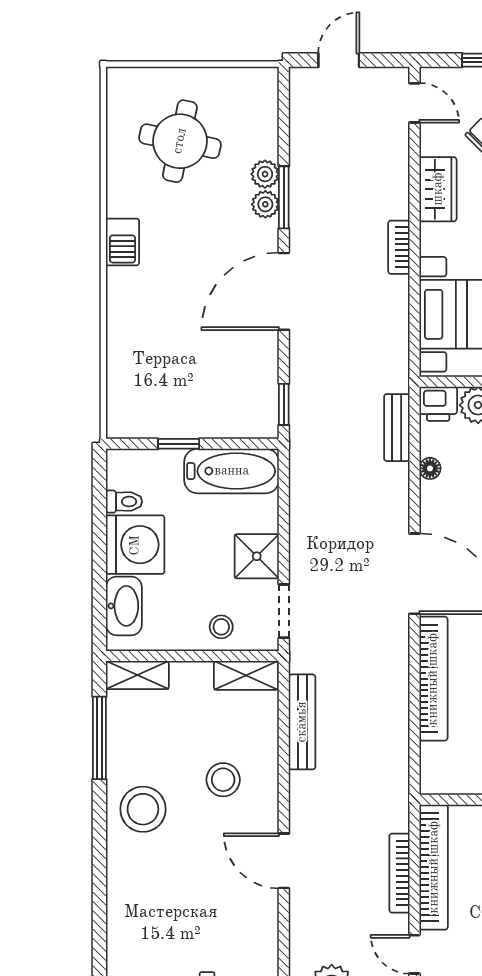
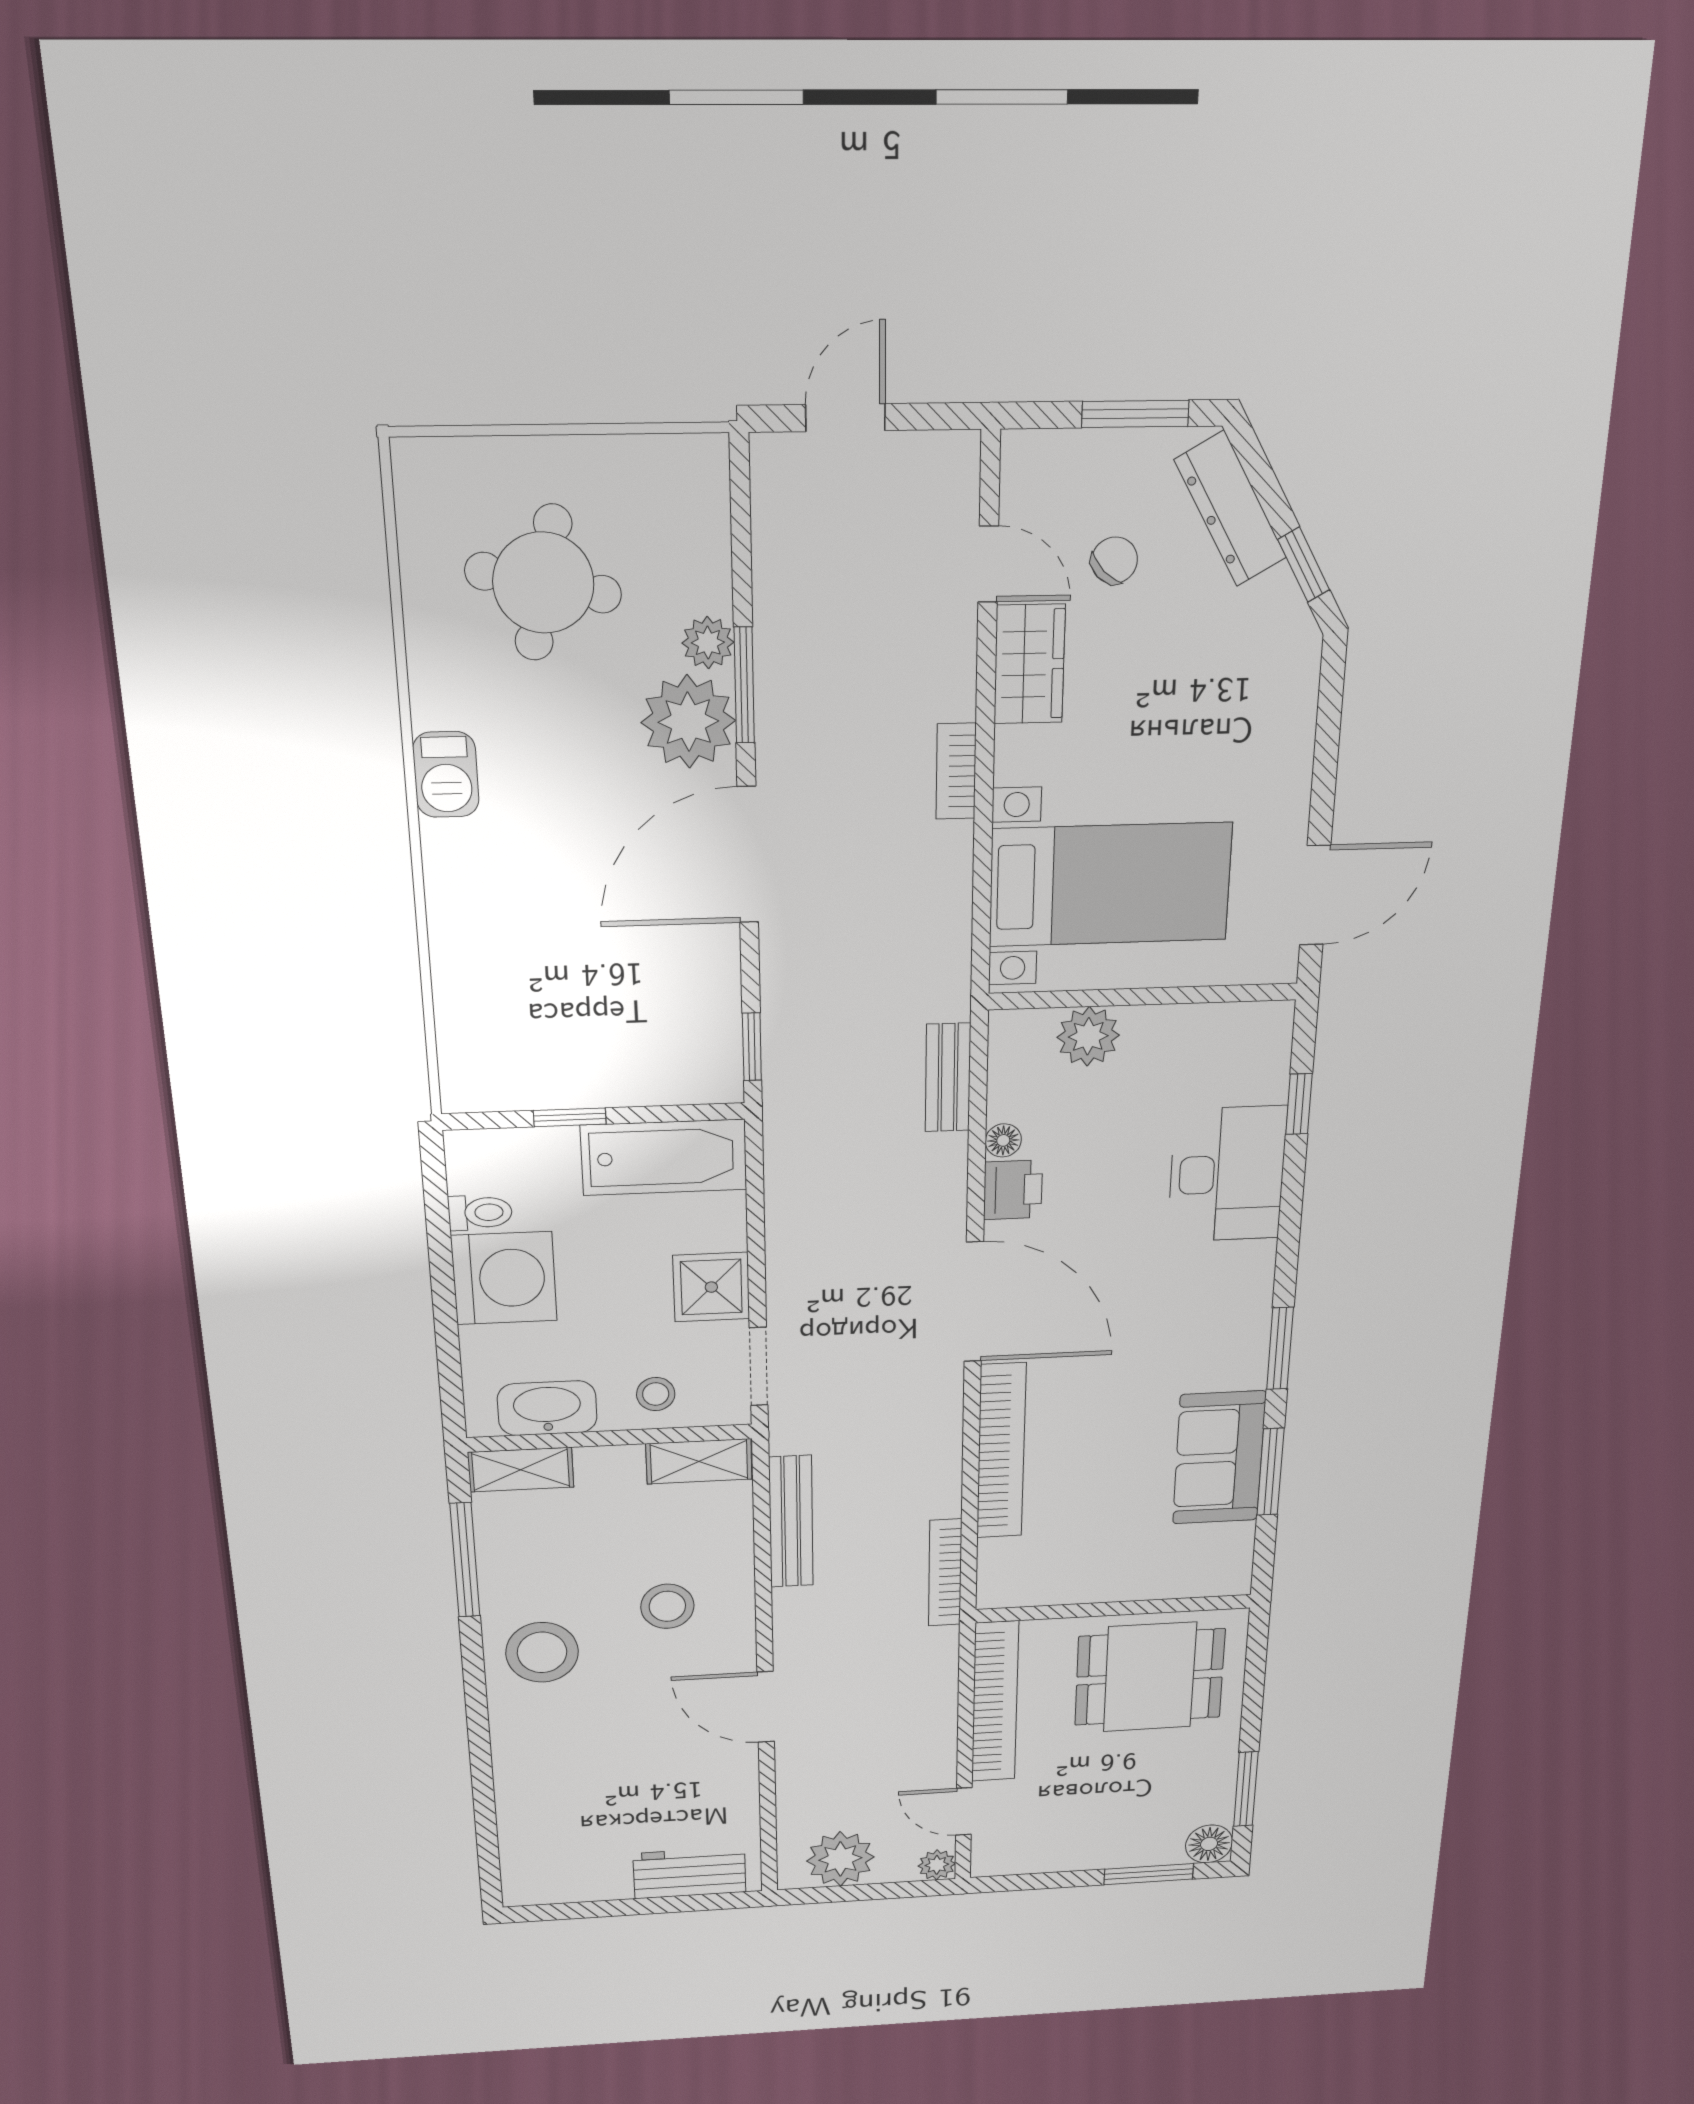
door: (414, 103) -> (988, 564), moved
plant: (265, 204) -> (688, 722), width x1.87, depth x1.87
printer: (438, 404) -> (1013, 1190), moved, turned -90
washbasin: (124, 606) -> (547, 1408), moved, turned -90
bookcase: (399, 873) -> (945, 1573), moved

